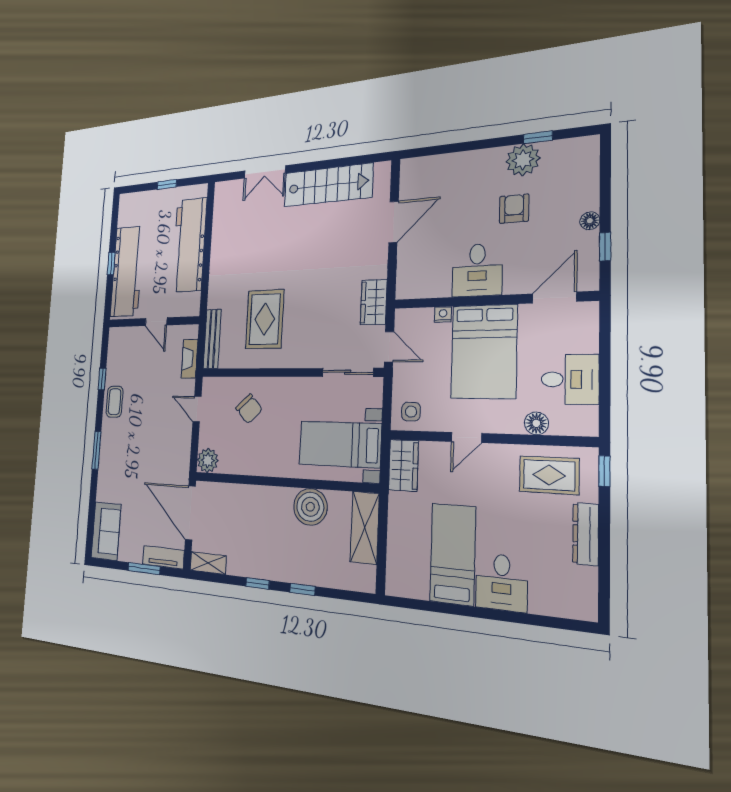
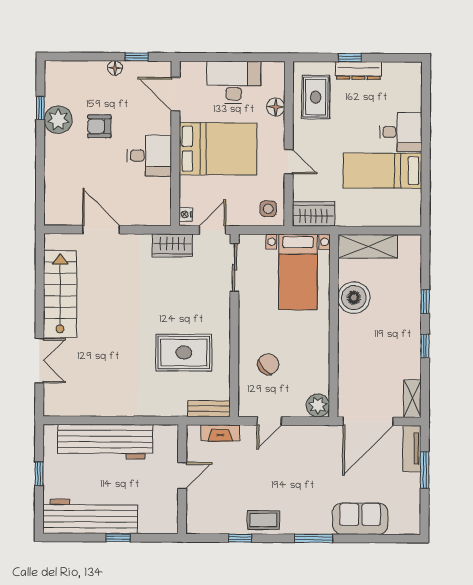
workbench: (127, 271) -> (90, 516), moved
nightstand: (443, 315) -> (186, 214), moved
bench: (212, 339) -> (209, 409), width x0.73
desk: (570, 379) -> (234, 82), width x1.37
window: (604, 471) -> (350, 58), moved
sofa: (106, 531) -> (360, 519), moved

